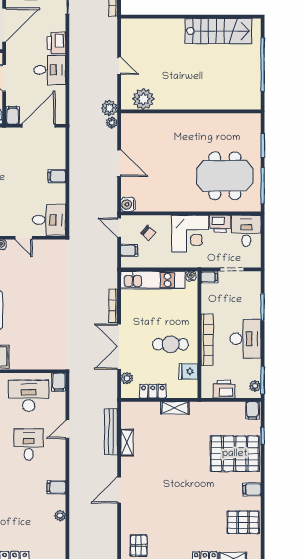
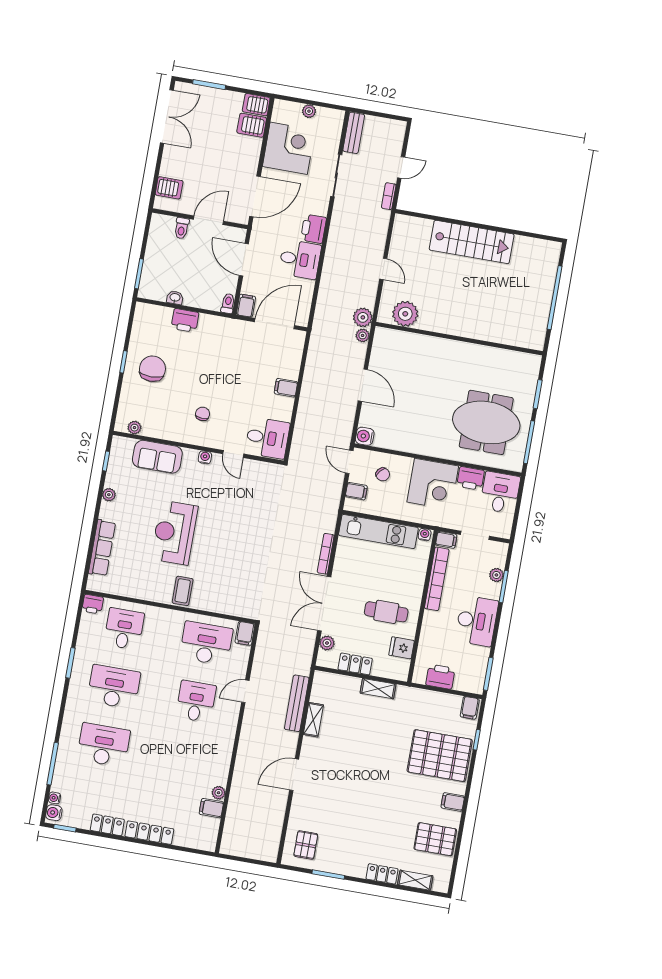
stairs: (218, 31) -> (472, 242), moved
bookcase: (207, 340) -> (437, 579), moved
plant: (255, 386) -> (496, 575), moved
filing cabinet: (56, 487) -> (211, 808), moved

